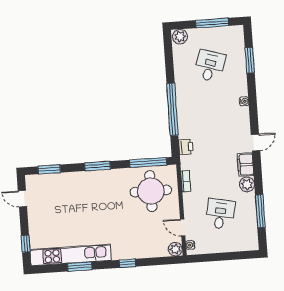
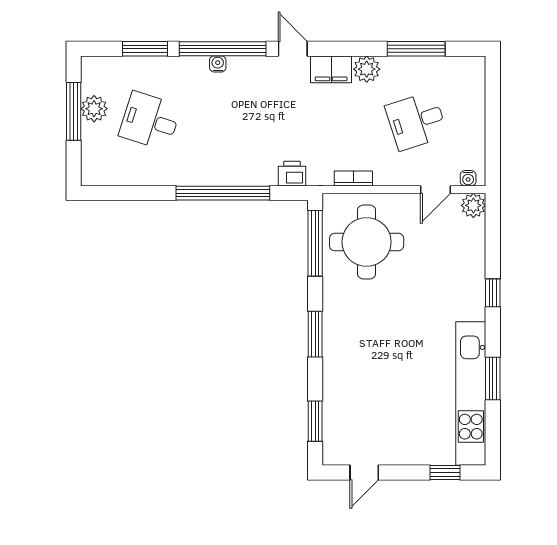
plant: (180, 37) -> (94, 109), moved
window: (253, 104) -> (223, 49), added
desk: (220, 214) -> (416, 121), turned -30

